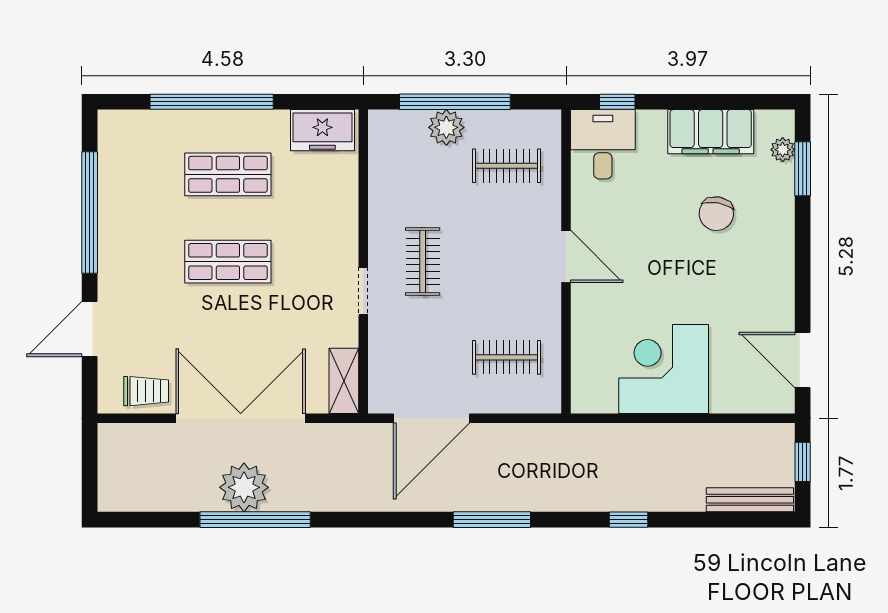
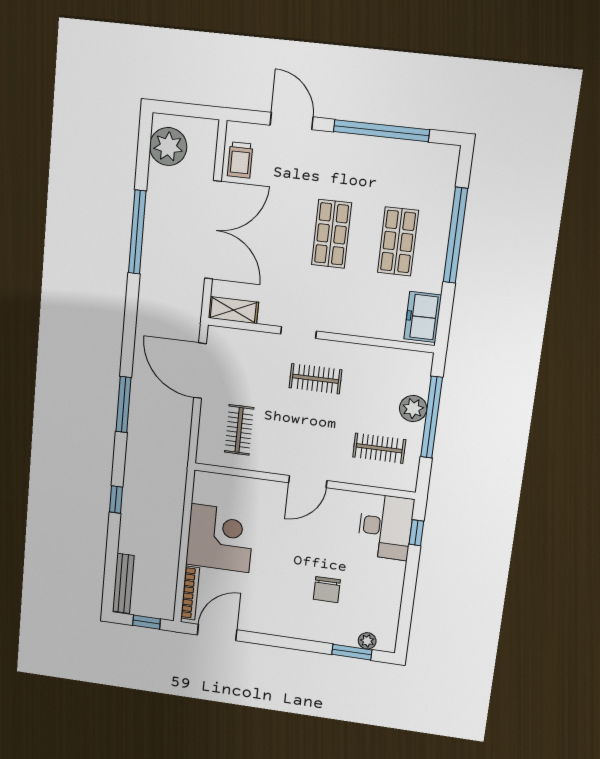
filing cabinet: (711, 132) -> (386, 594), removed
desk: (603, 144) -> (385, 527), width x1.37
clothes rail: (507, 166) -> (379, 448), turned 90
chair: (716, 214) -> (327, 590), turned -100
bookcase: (750, 404) -> (190, 593), added
plant: (244, 487) -> (168, 147), moved

